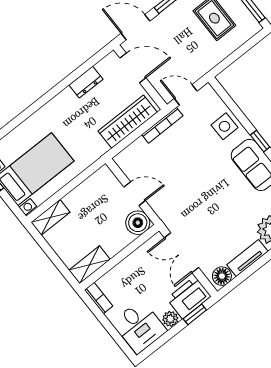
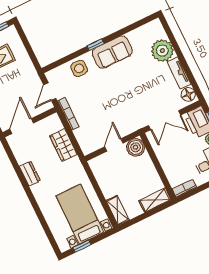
dresser: (86, 82) -> (30, 174), moved
wardrobe: (128, 122) -> (63, 145), width x0.67
shelving: (90, 265) -> (155, 200), moved, turned 90

